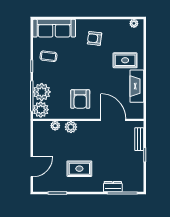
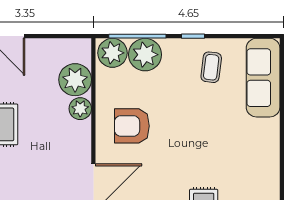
armchair: (94, 38) -> (244, 152), removed
plant: (55, 126) -> (75, 80), width x1.87, depth x1.87

